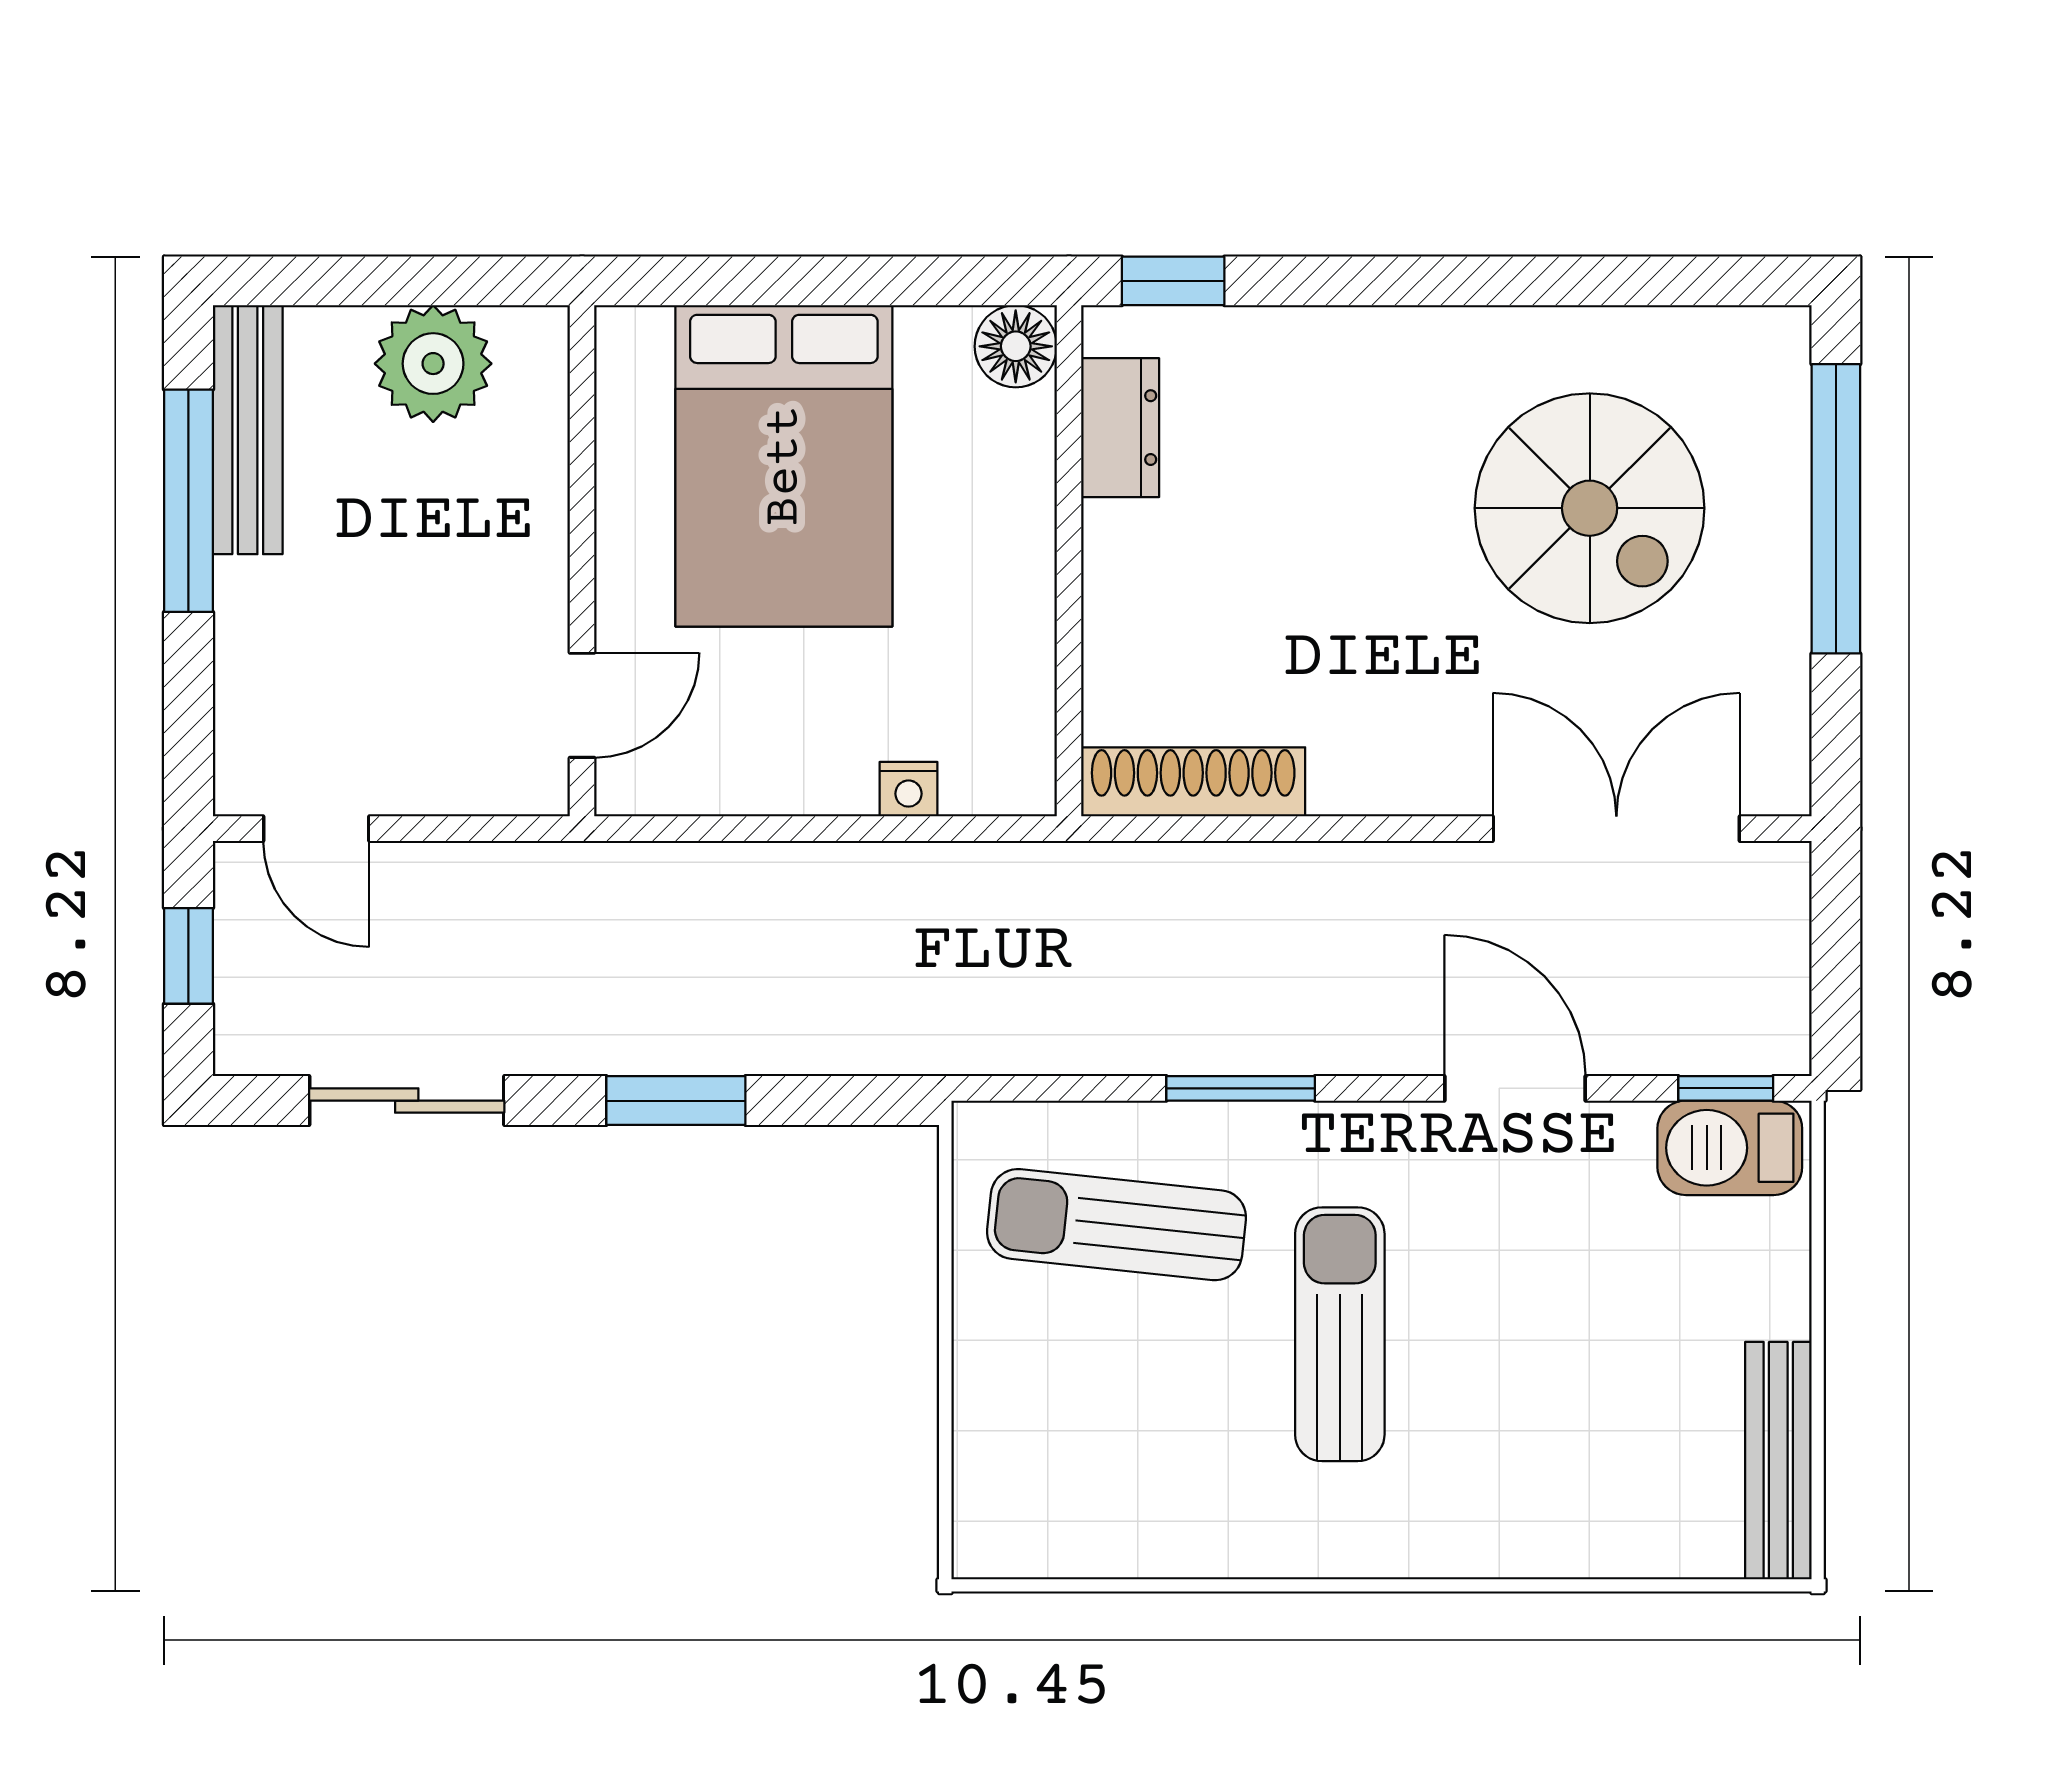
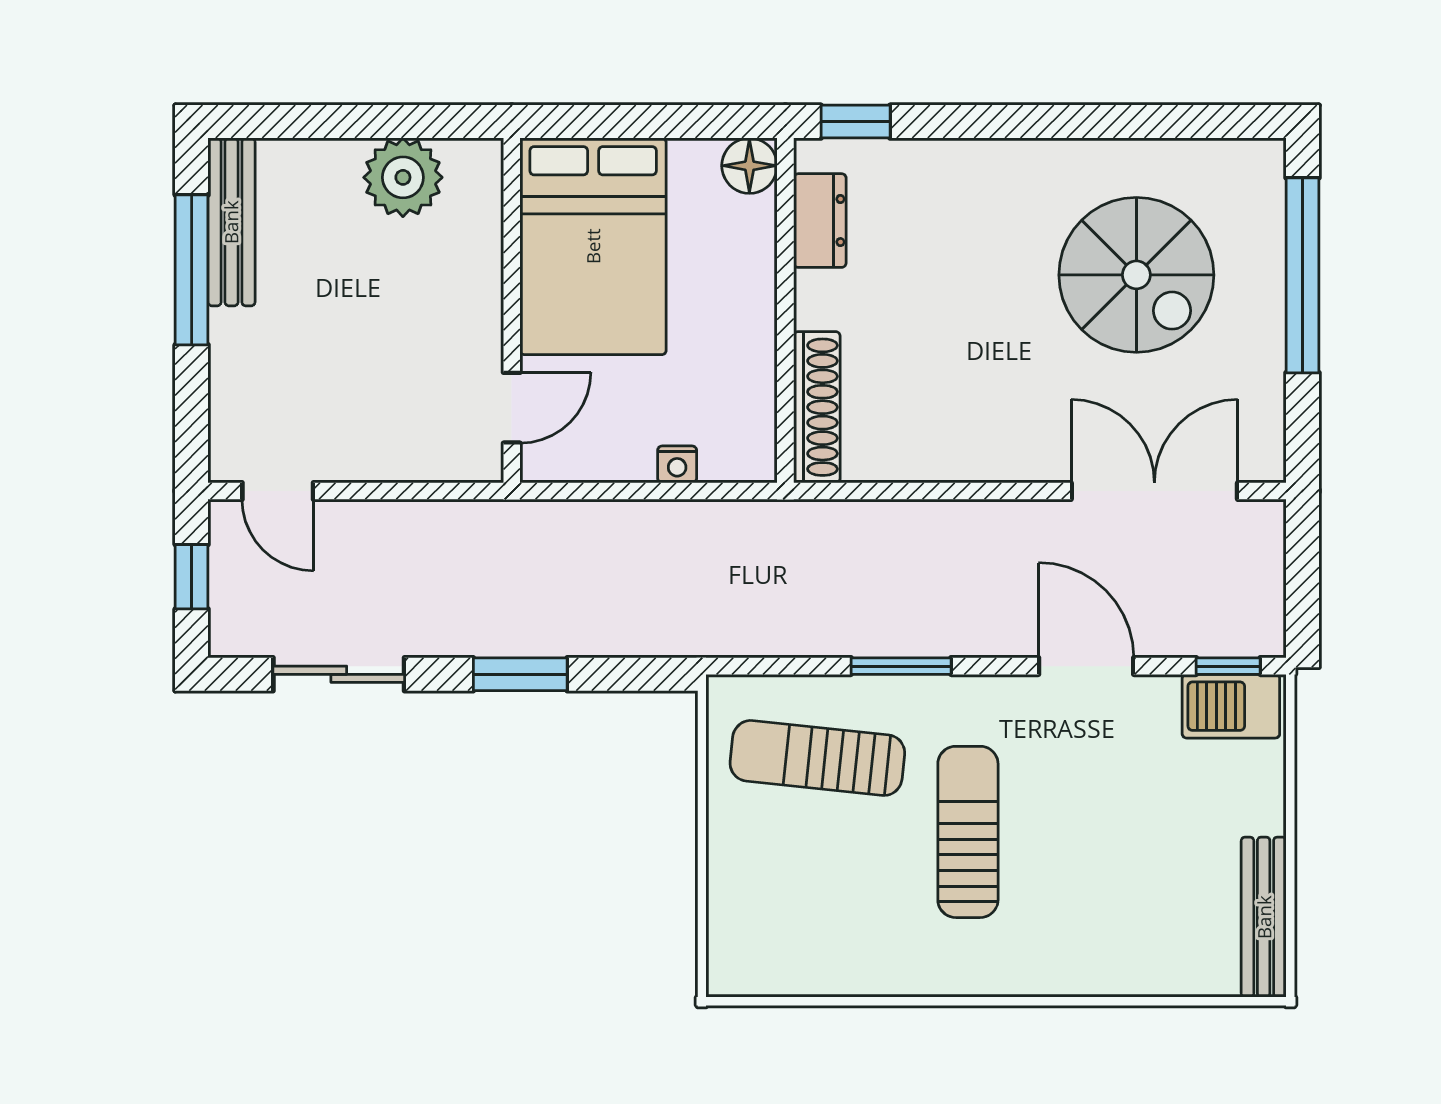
plant: (433, 364) -> (403, 177), moved
wall: (582, 561) -> (512, 310), moved
door: (582, 705) -> (512, 408), moved
shoe rack: (1193, 782) -> (817, 407), moved, turned 90

